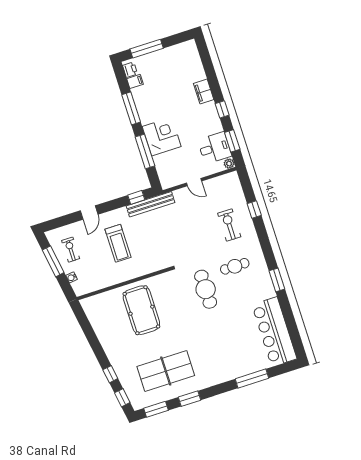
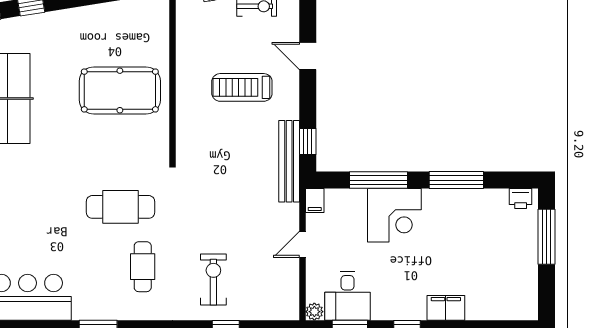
filing cabinet: (135, 81) -> (315, 201), moved
exercise bike: (229, 225) -> (213, 280), turned -90

